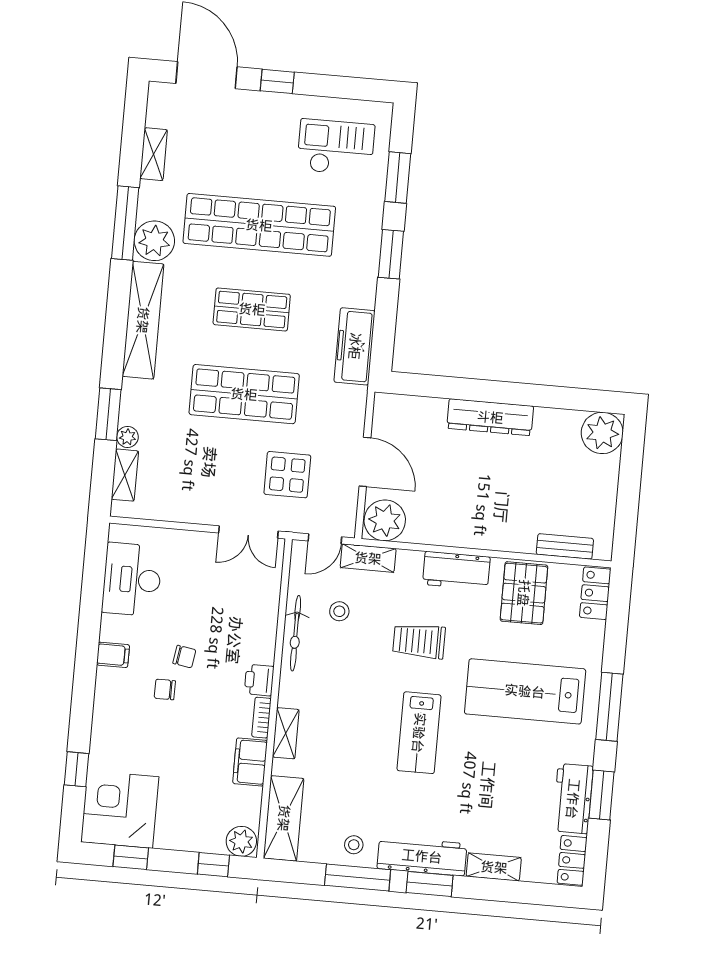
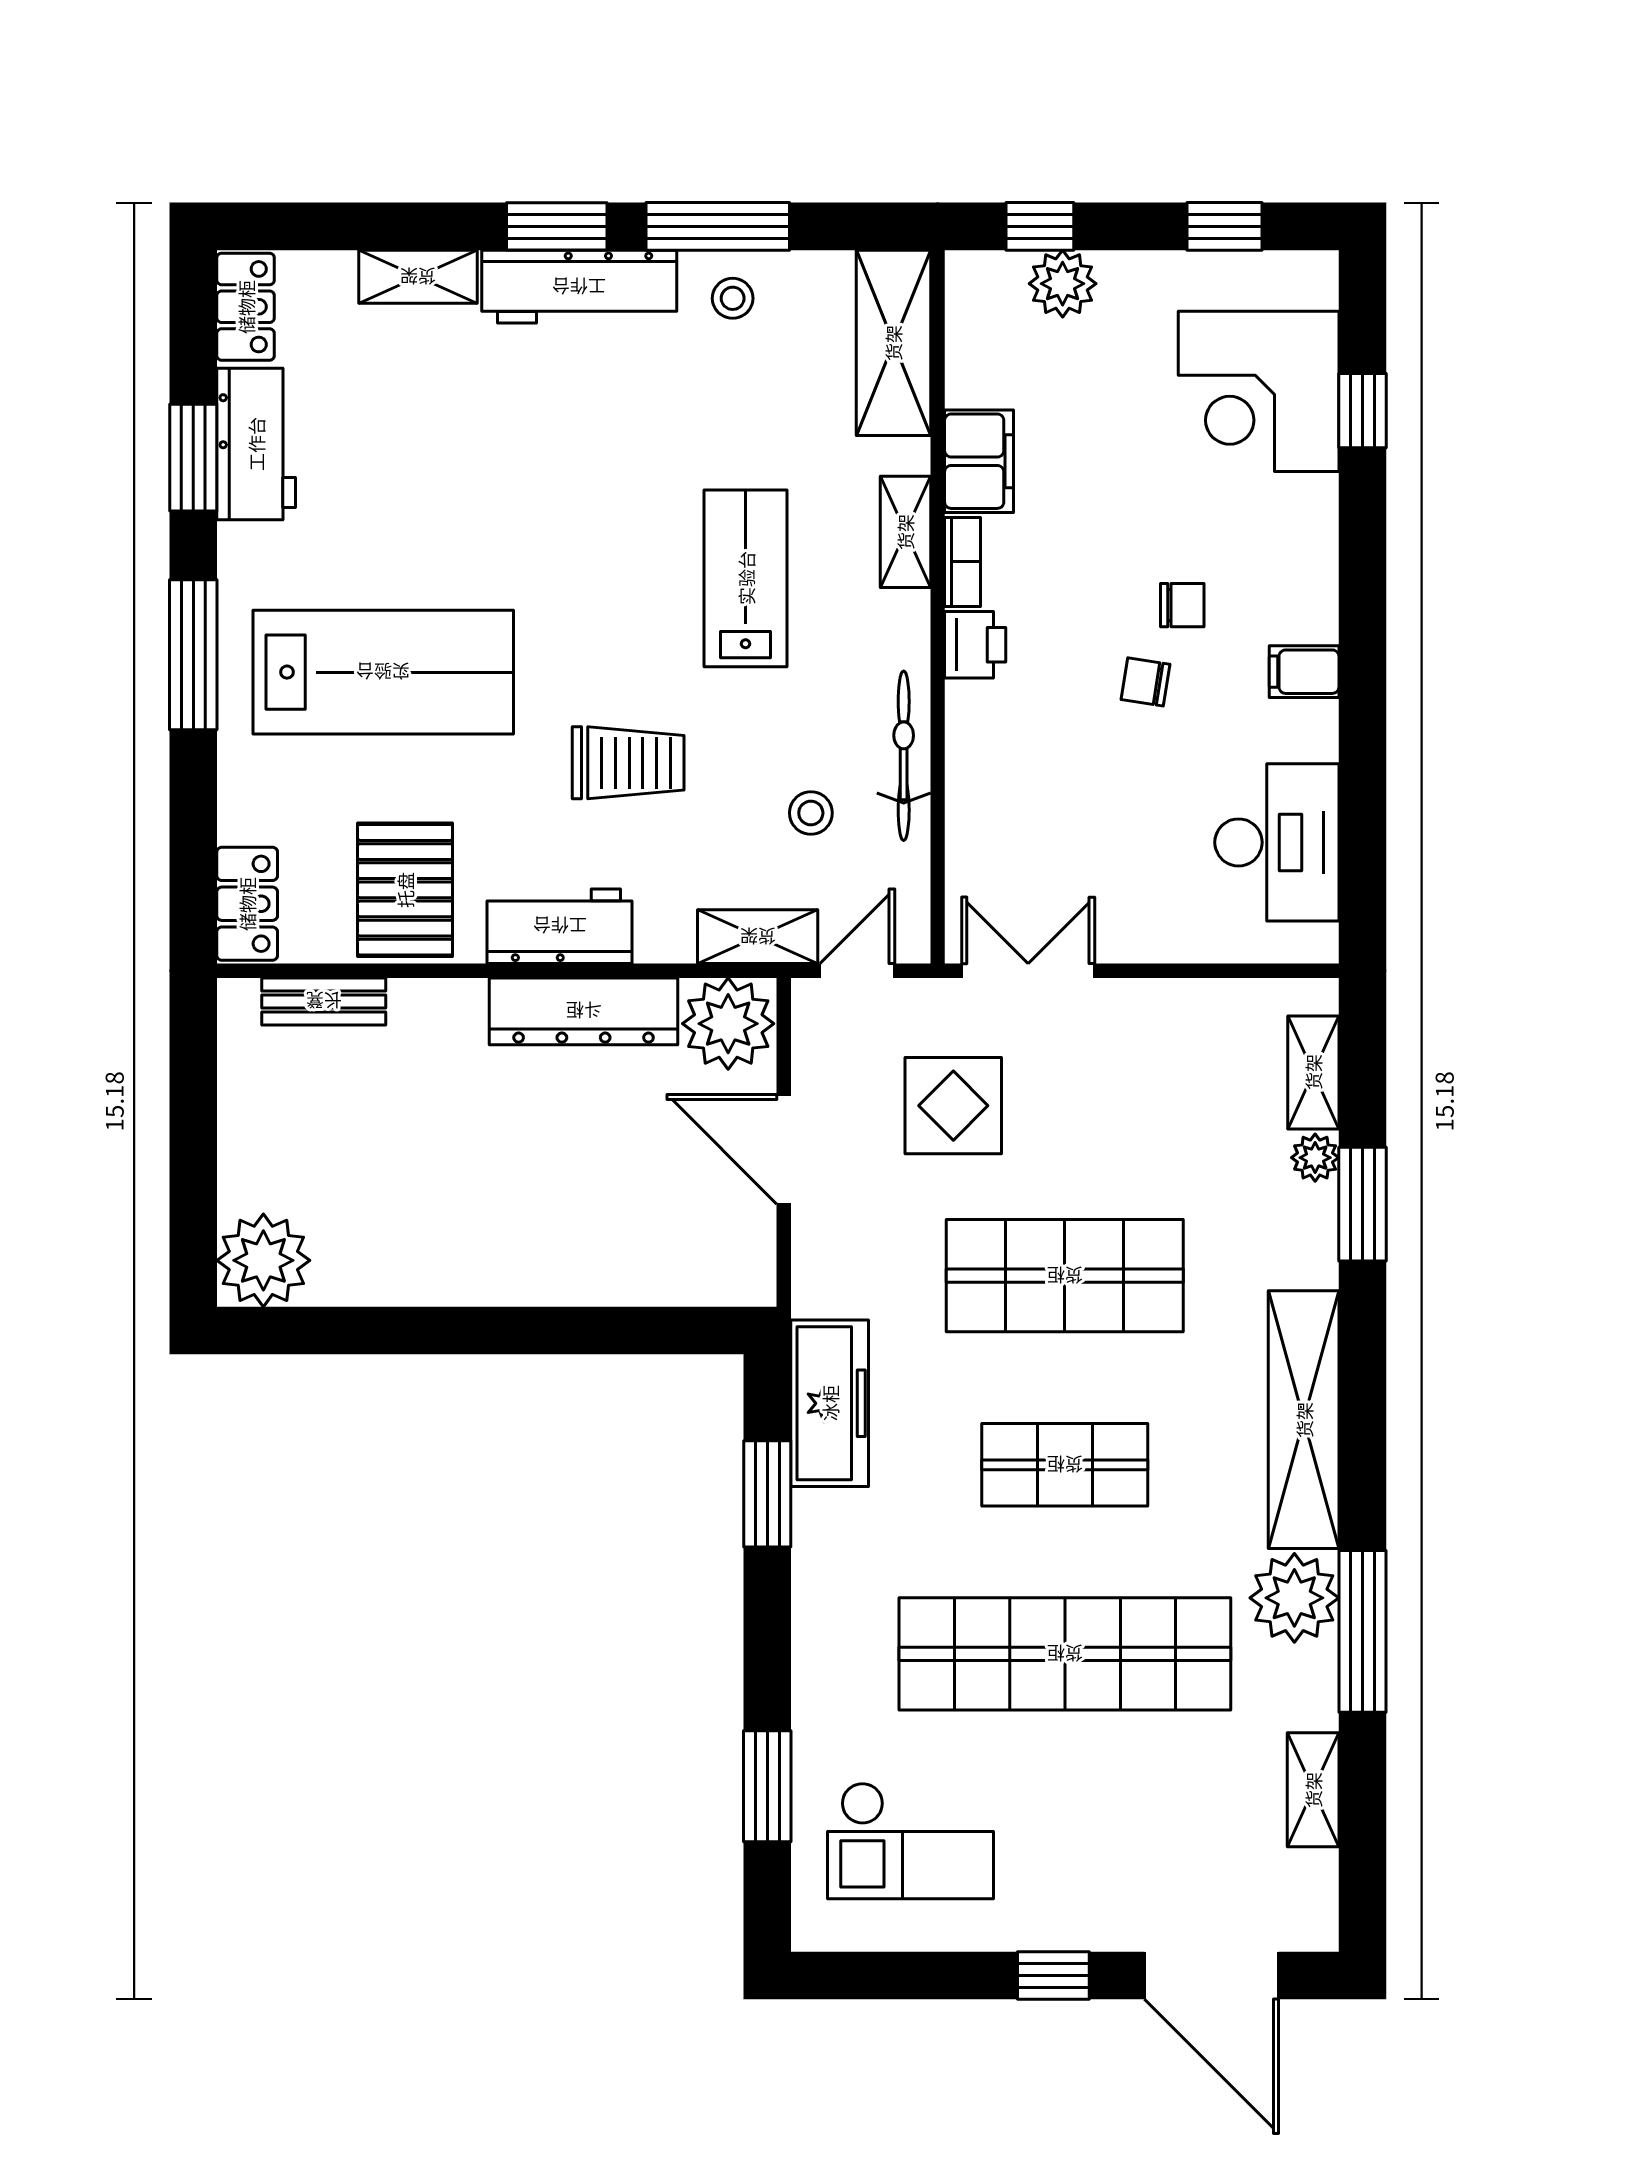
window: (391, 254) -> (767, 1494), moved
dresser: (490, 417) -> (584, 1011), moved, turned 180
lab bench: (419, 733) -> (746, 578), moved
corner desk: (120, 809) -> (1259, 391), moved, turned 90
plant: (241, 841) -> (1063, 284), moved

